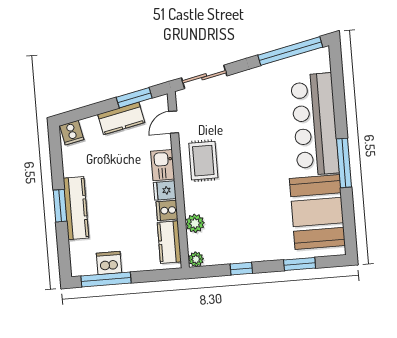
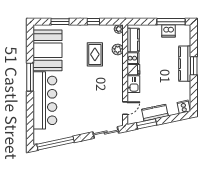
rug: (203, 161) -> (95, 54), moved

